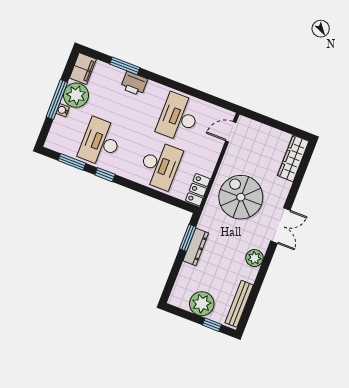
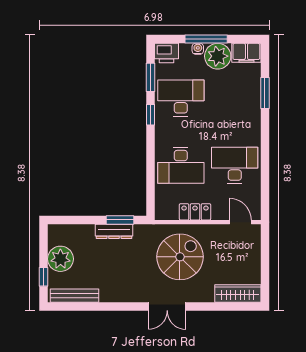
printer: (134, 84) -> (166, 53), moved, turned -90
locker: (198, 190) -> (195, 212), moved
plant: (254, 258) -> (125, 293), removed

